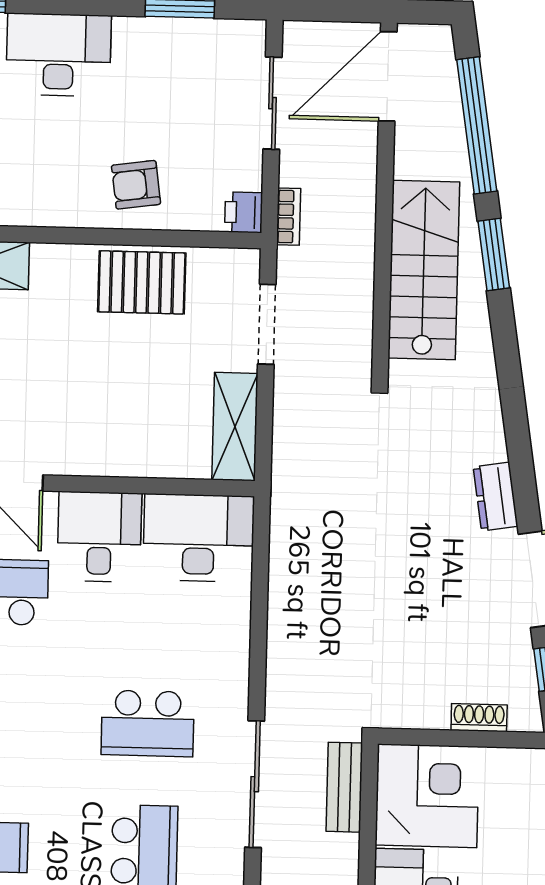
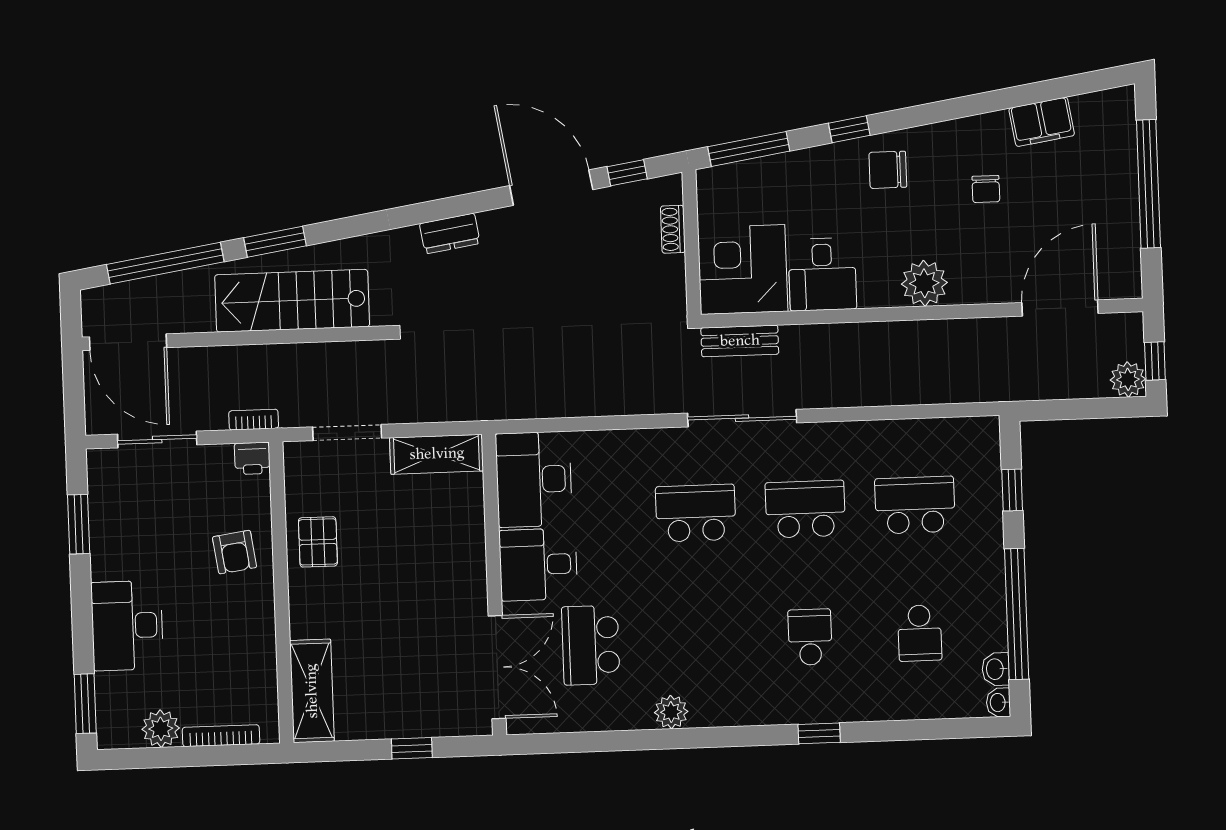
pallet: (142, 282) -> (318, 542), width x0.67, depth x0.71
dresser: (495, 497) -> (450, 234), moved
school desk: (148, 723) -> (696, 513), turned -90

